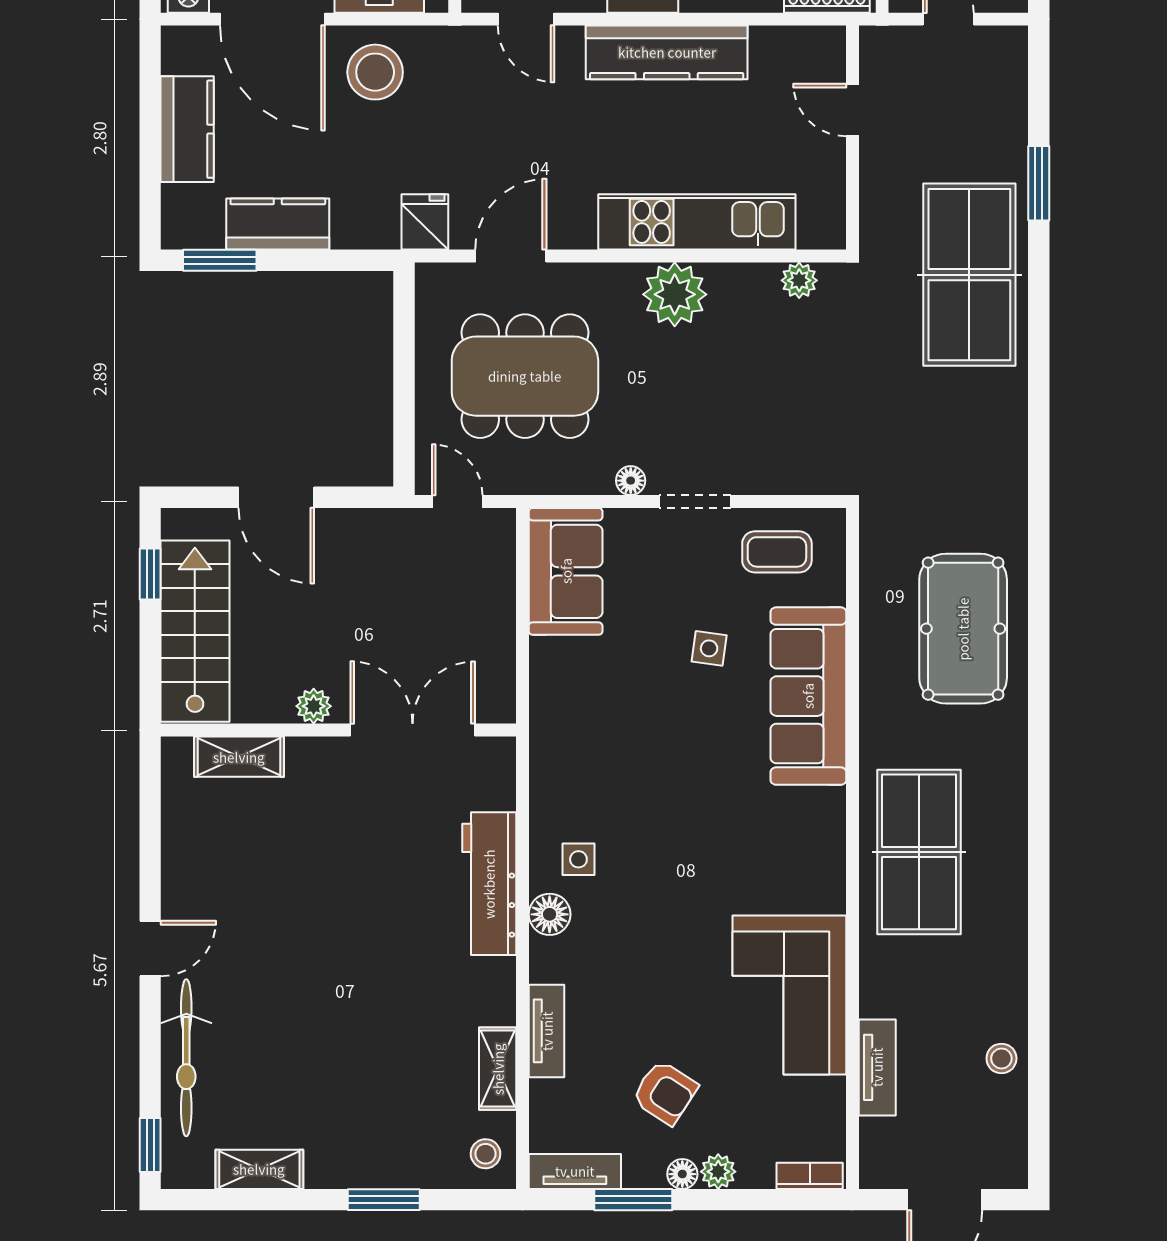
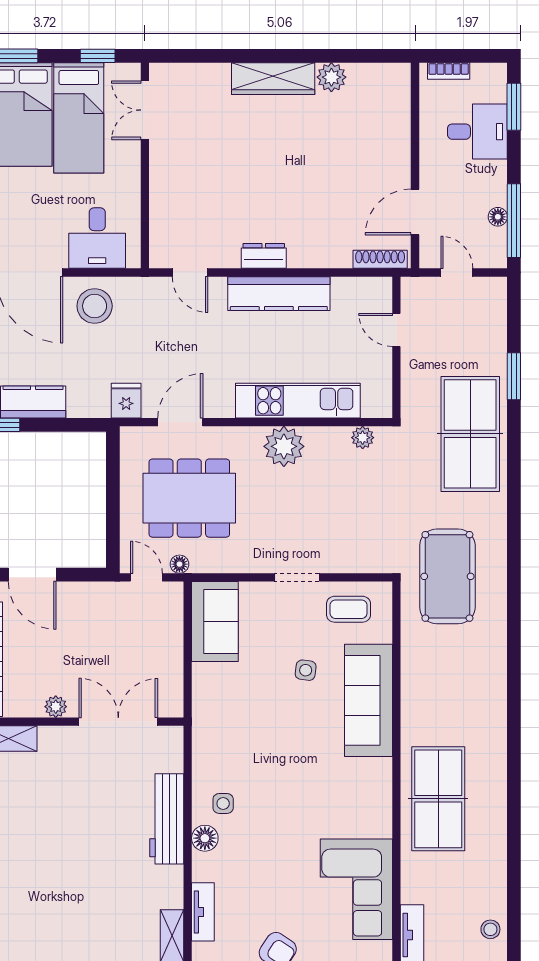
floor lamp: (631, 481) -> (179, 564), moved
pool table: (963, 629) -> (447, 576), moved

